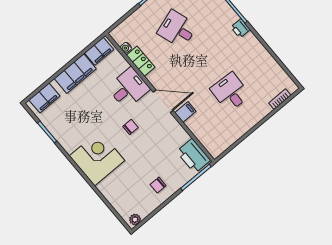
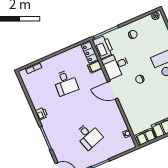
printer: (240, 28) -> (41, 114), moved
locker: (141, 61) -> (90, 52), moved
desk: (129, 88) -> (116, 65), moved
filing cabinet: (185, 112) -> (95, 67), moved

